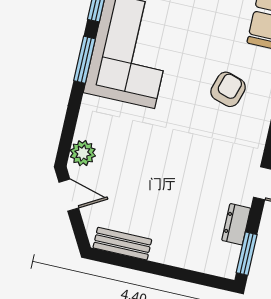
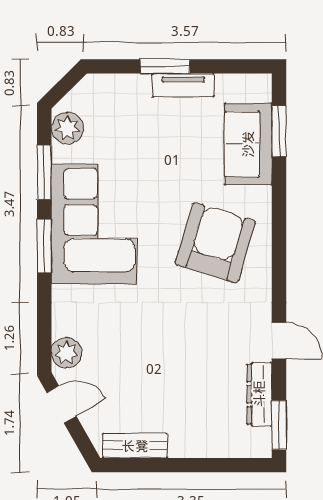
armchair: (228, 89) -> (215, 243), width x1.88, depth x1.88
dresser: (236, 224) -> (259, 394), width x1.44

